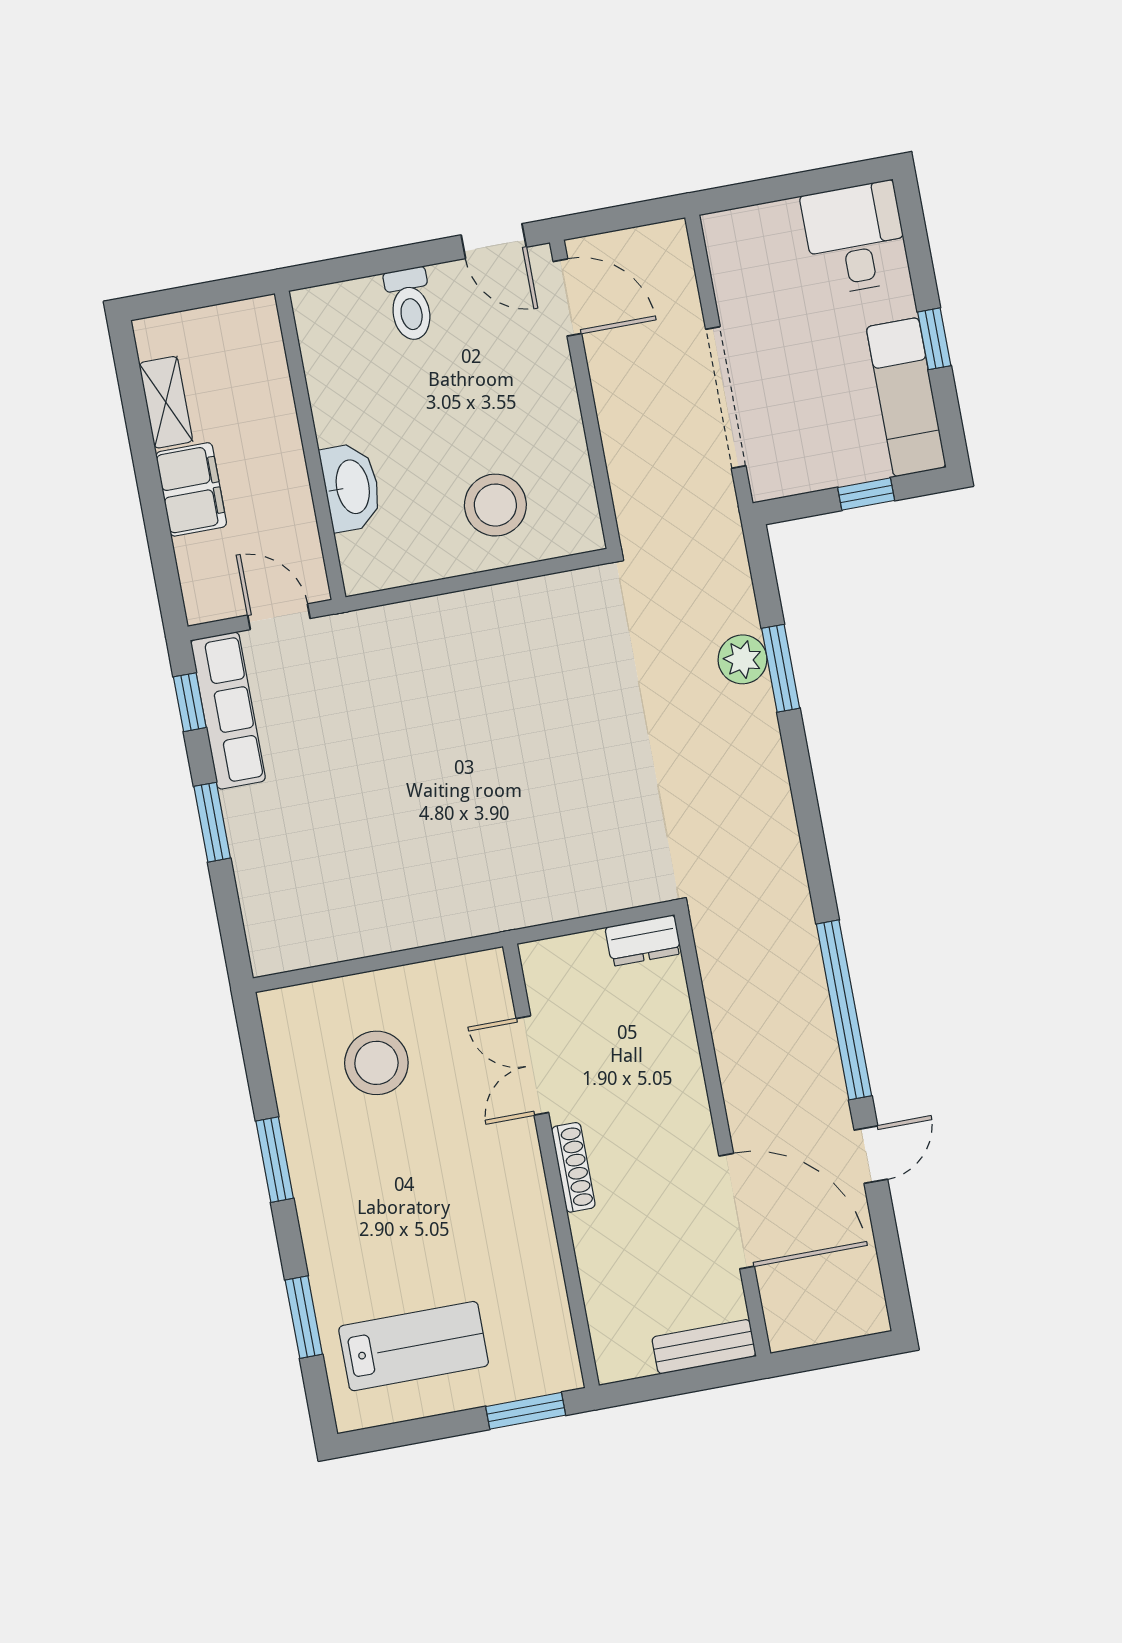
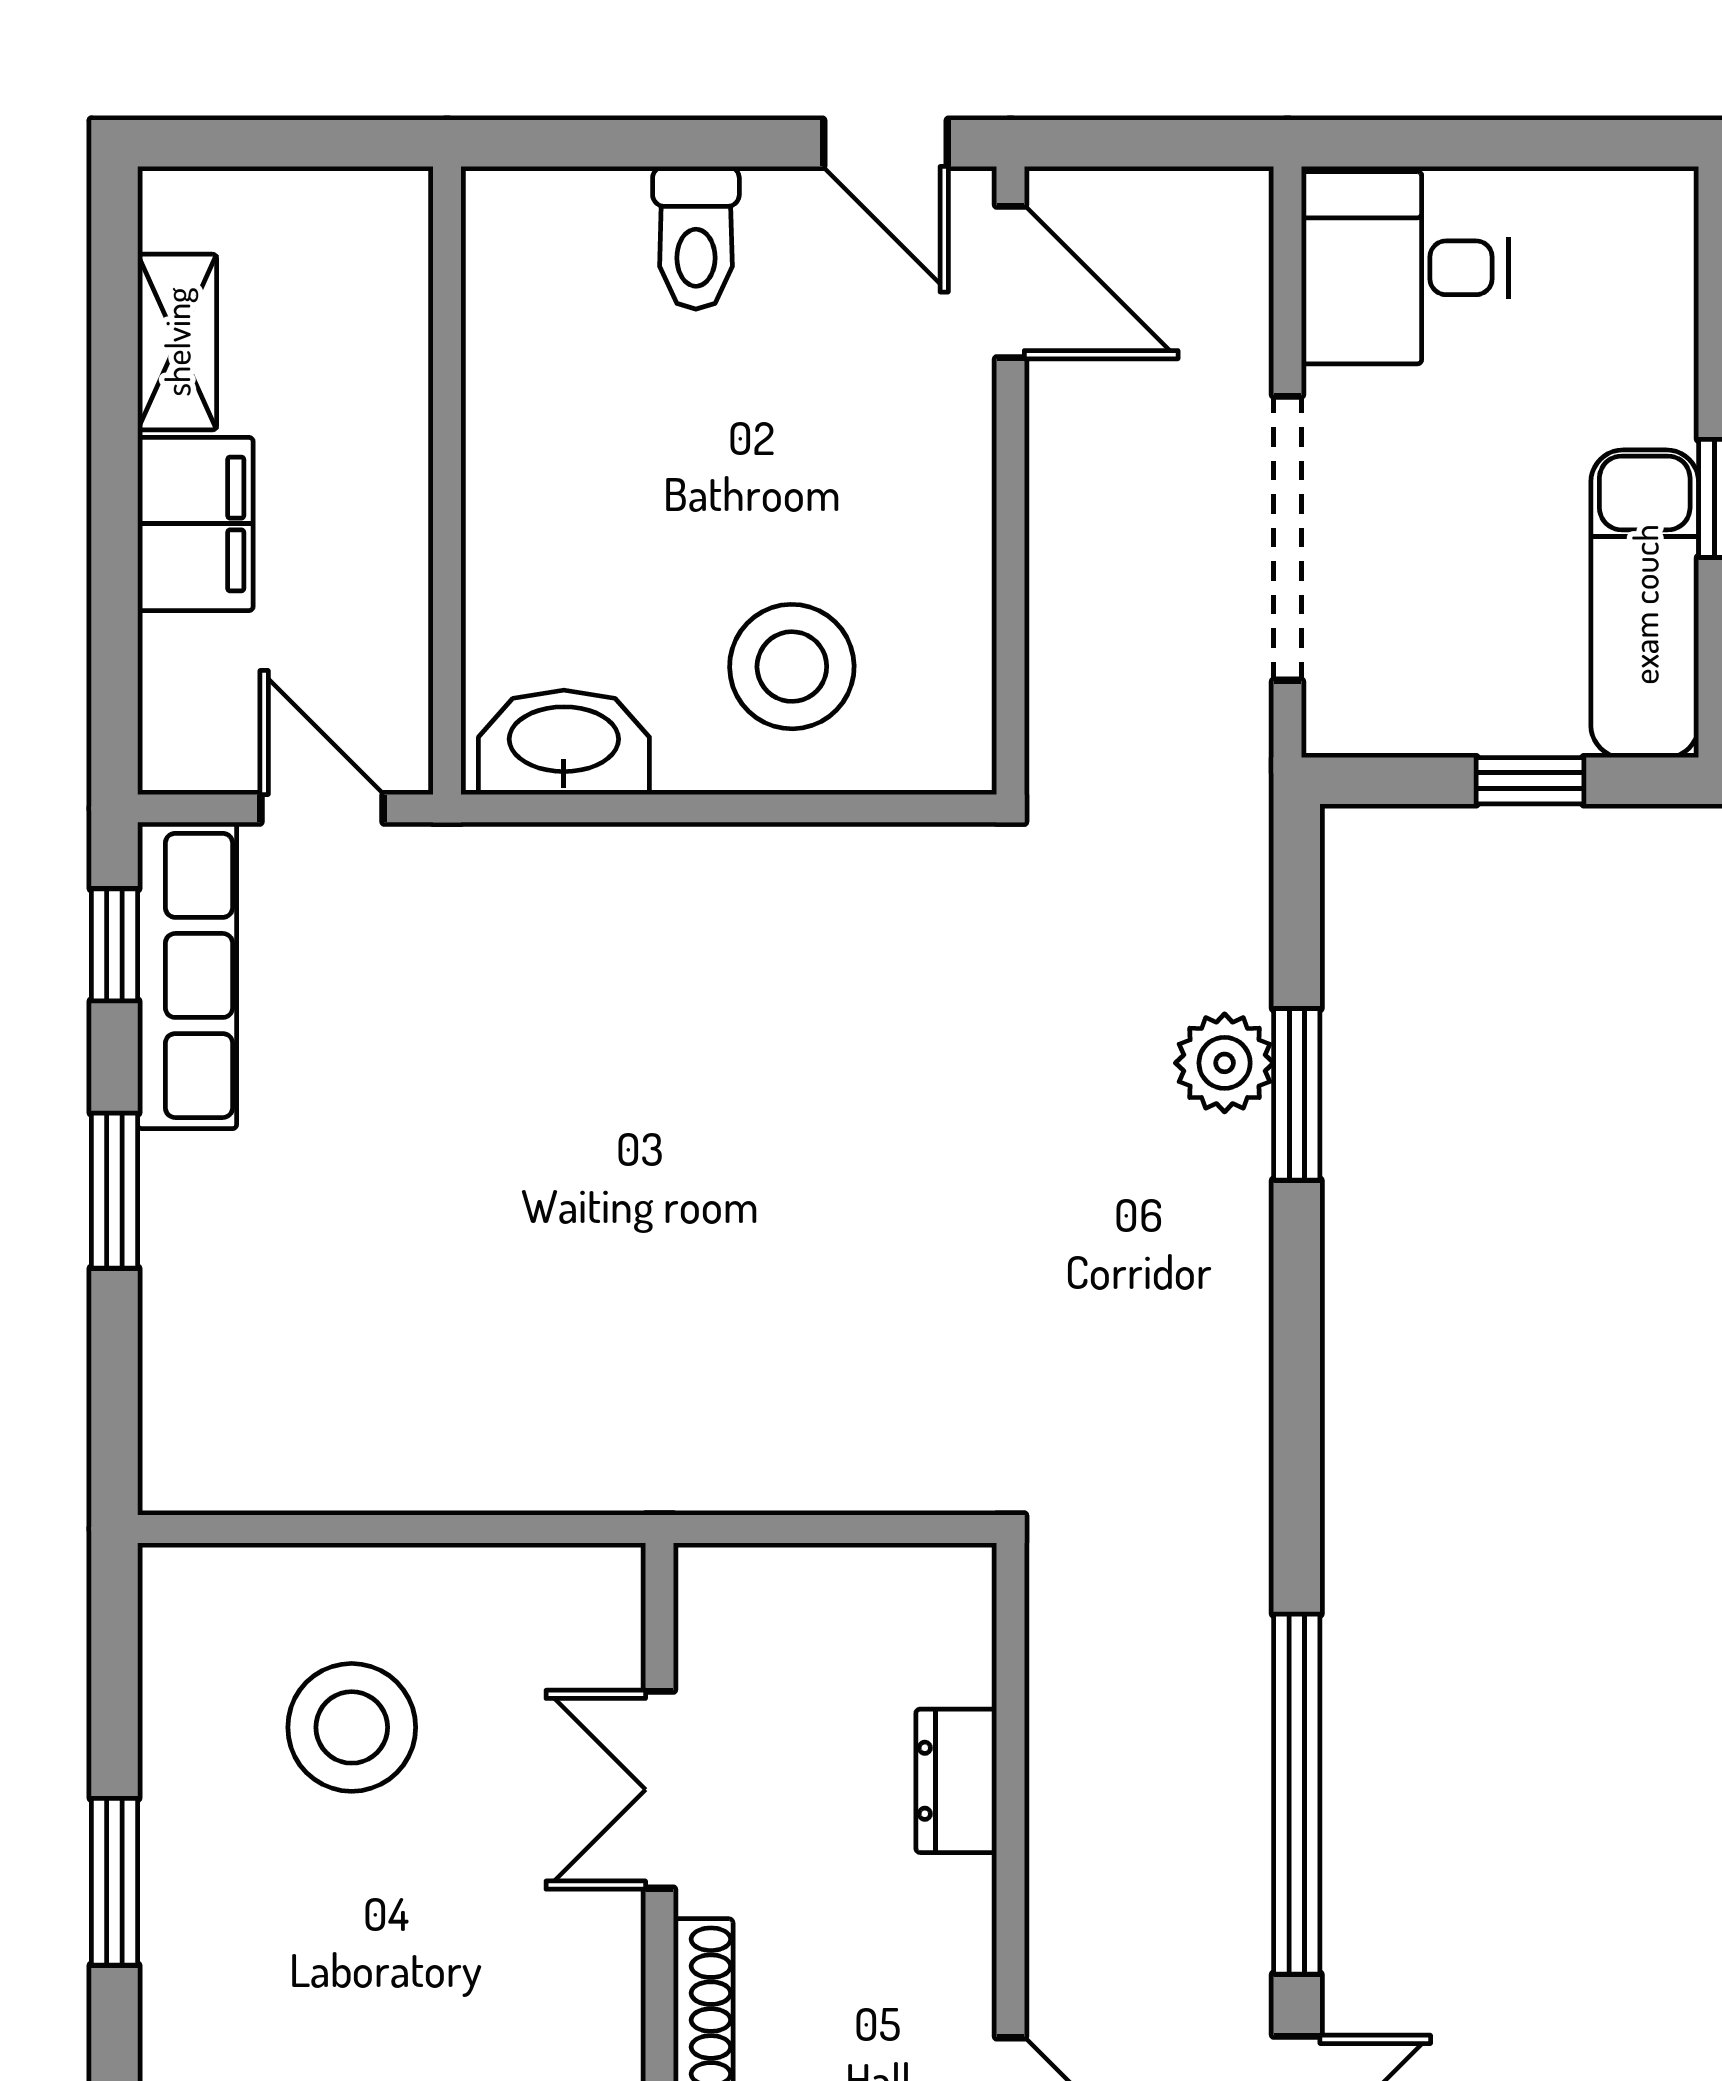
desk: (855, 238) -> (1405, 268), moved, turned -90
washbasin: (351, 487) -> (564, 742), moved, turned -90
dresser: (643, 941) -> (956, 1781), moved, turned 90

